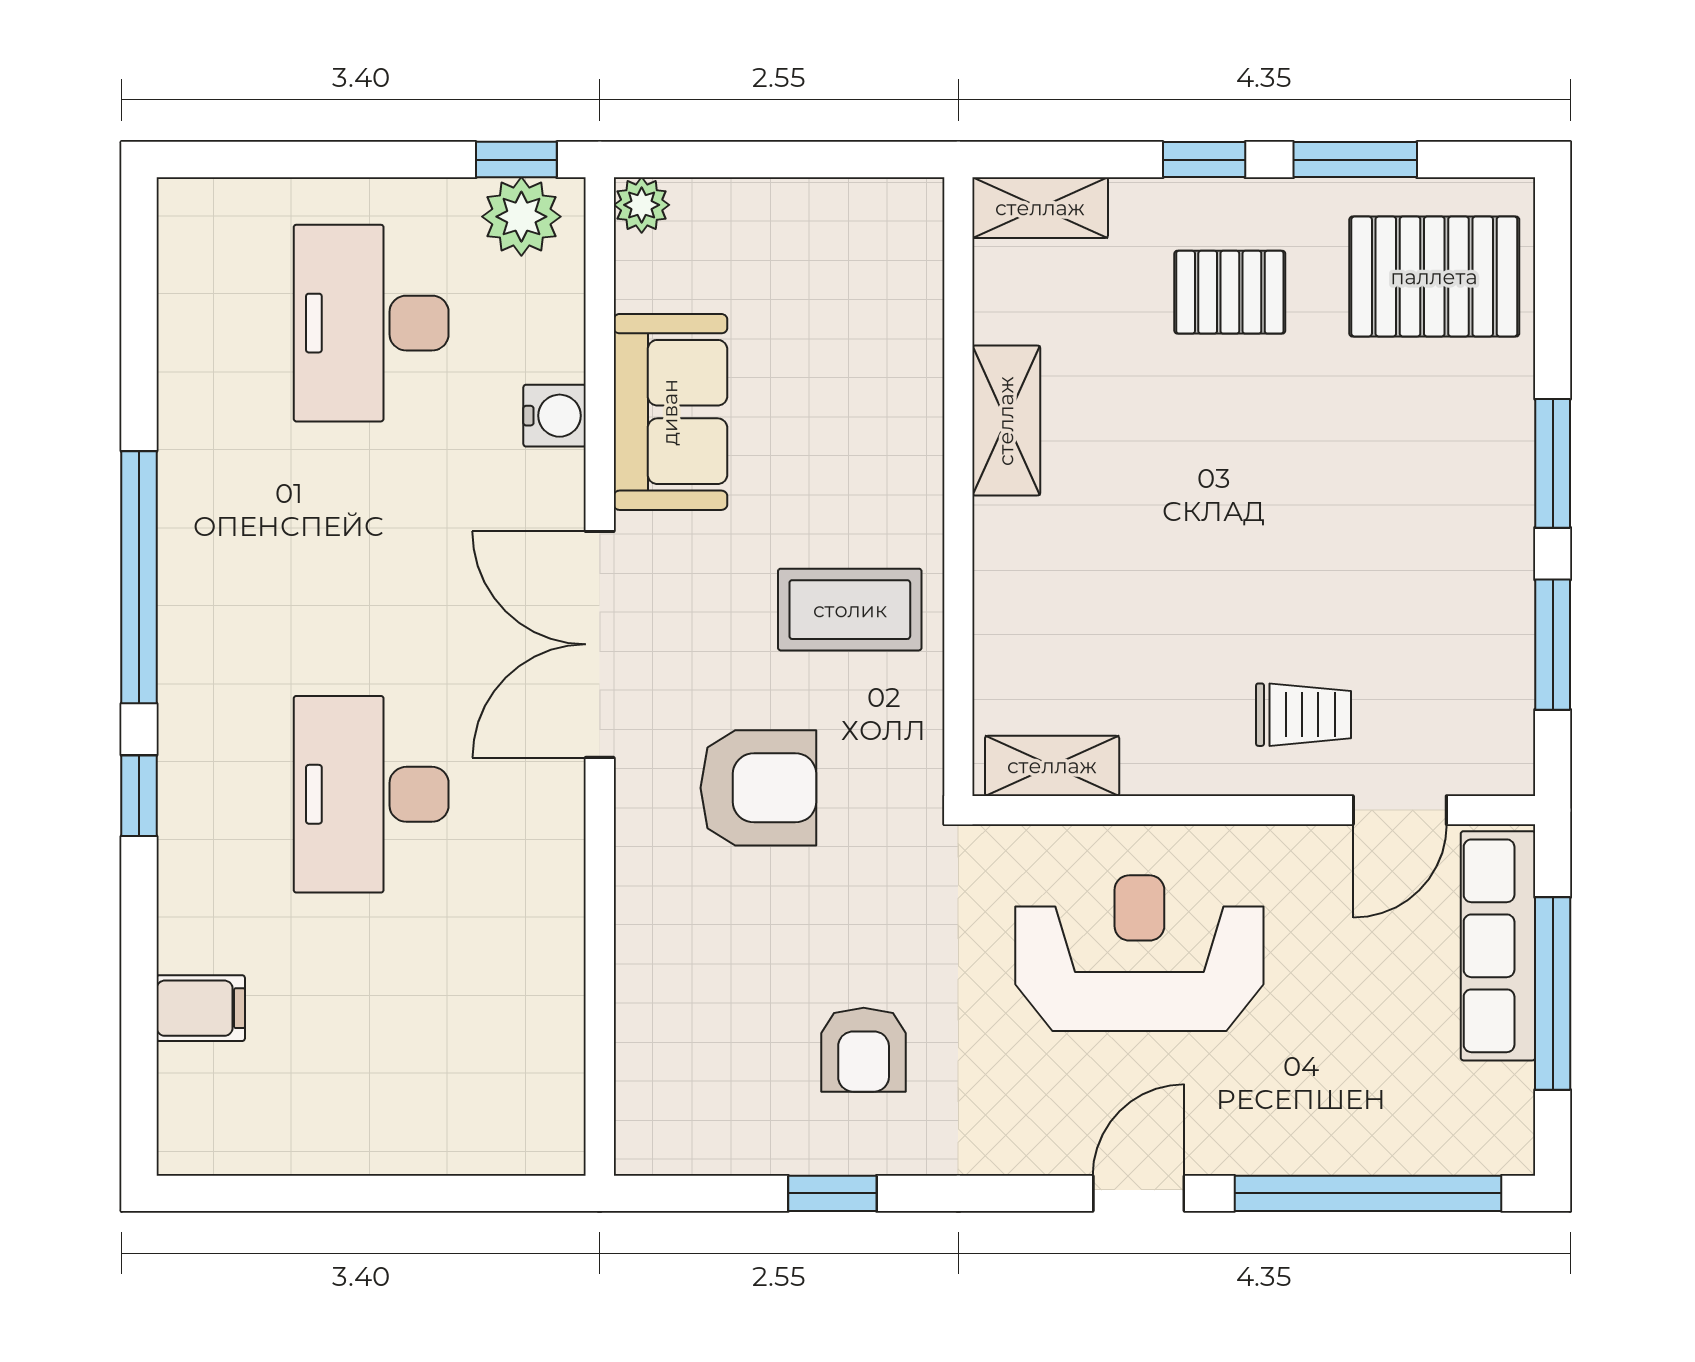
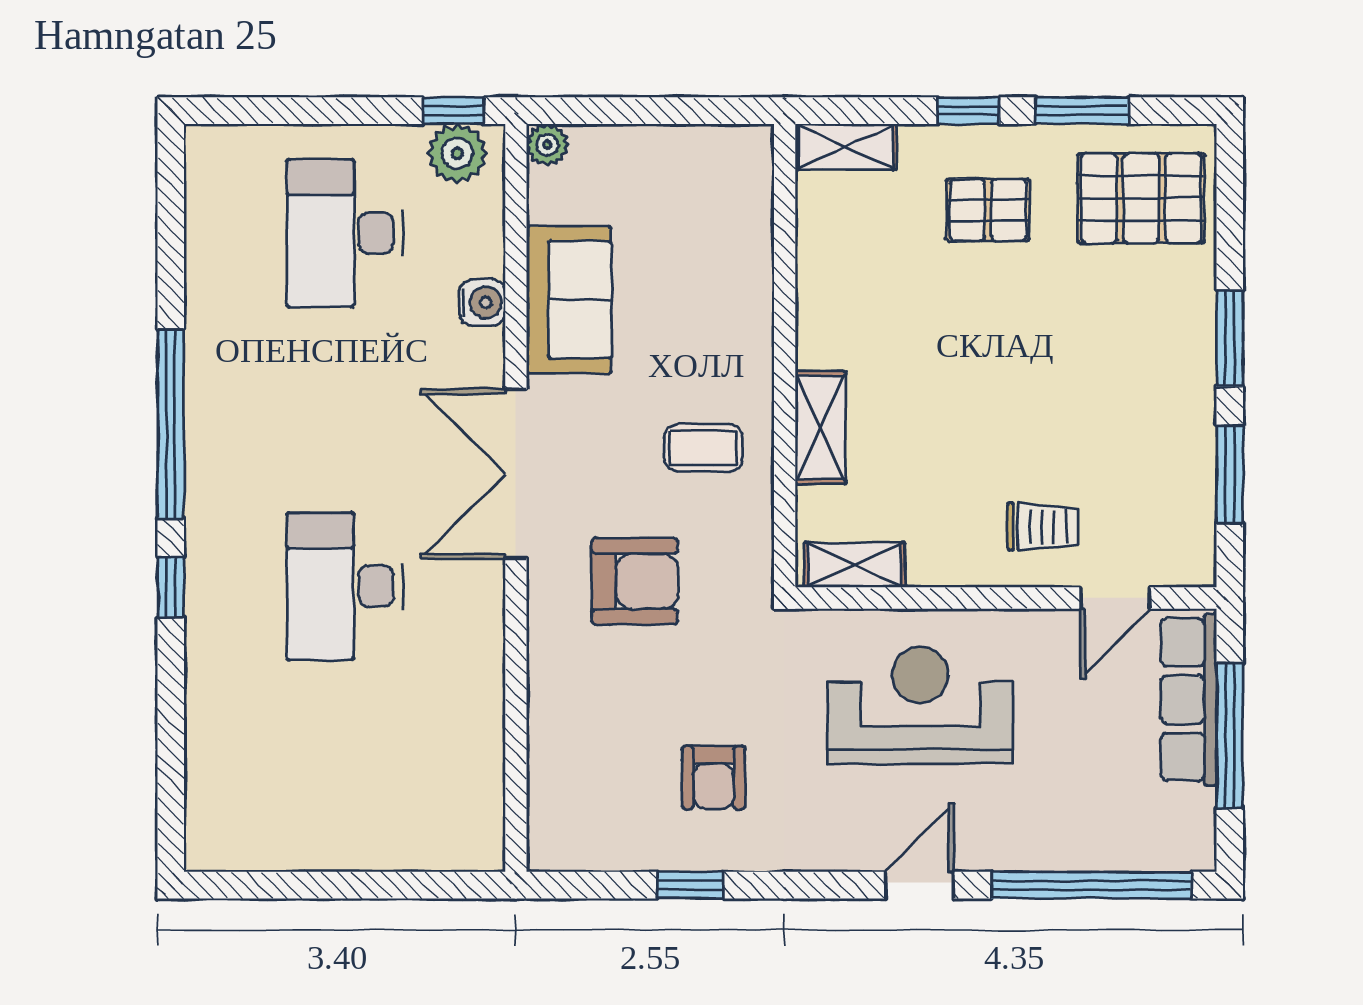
shelving: (1006, 421) -> (820, 427), moved
coffee table: (850, 610) -> (703, 448), width x0.73, depth x0.77
filing cabinet: (201, 1008) -> (217, 746), removed

